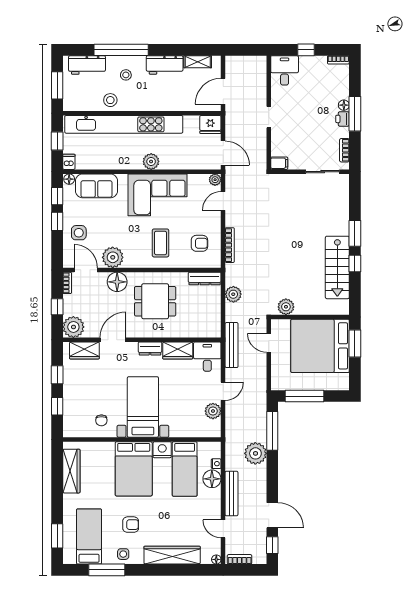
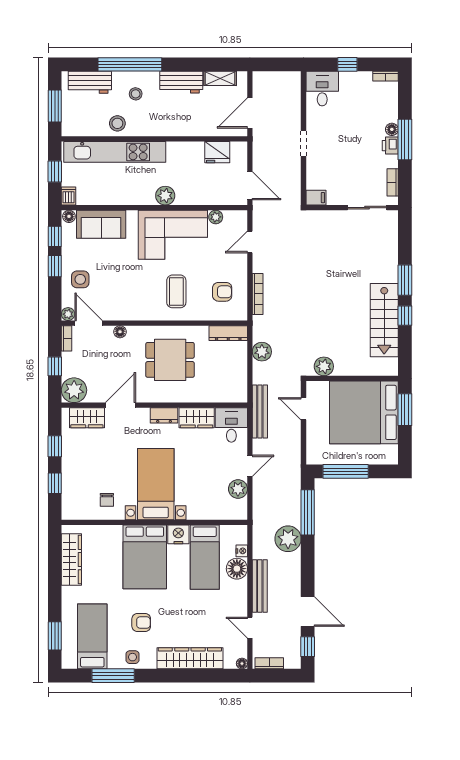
kitchen unit: (124, 124) -> (115, 152), width x0.73
fridge: (210, 124) -> (217, 152), moved
plant: (215, 180) -> (216, 217), moved
plant: (113, 257) -> (68, 314), moved, width x0.53, depth x0.53
floor lamp: (117, 282) -> (120, 332), width x0.53, depth x0.53

